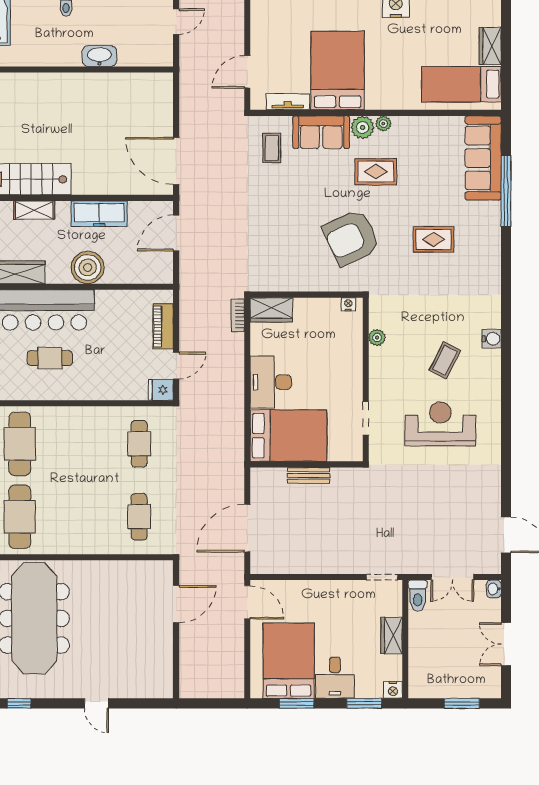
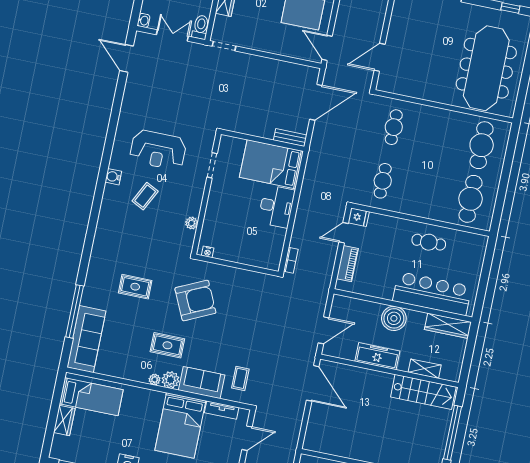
wardrobe: (271, 310) -> (265, 259), removed
water cooler: (492, 339) -> (113, 177), moved
cafe table: (50, 358) -> (429, 242), moved
bench: (309, 475) -> (290, 138), moved

